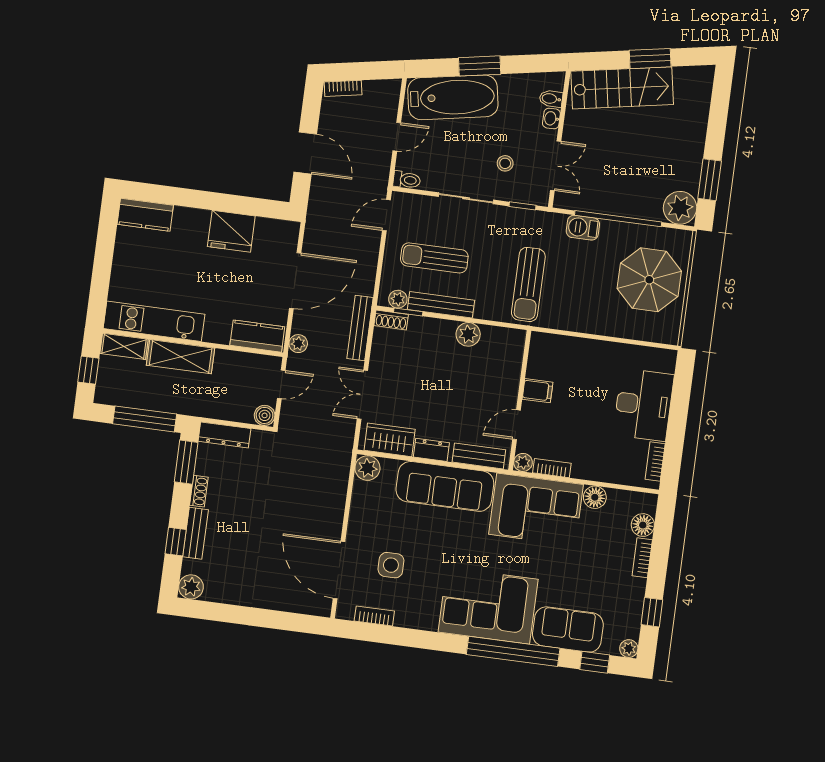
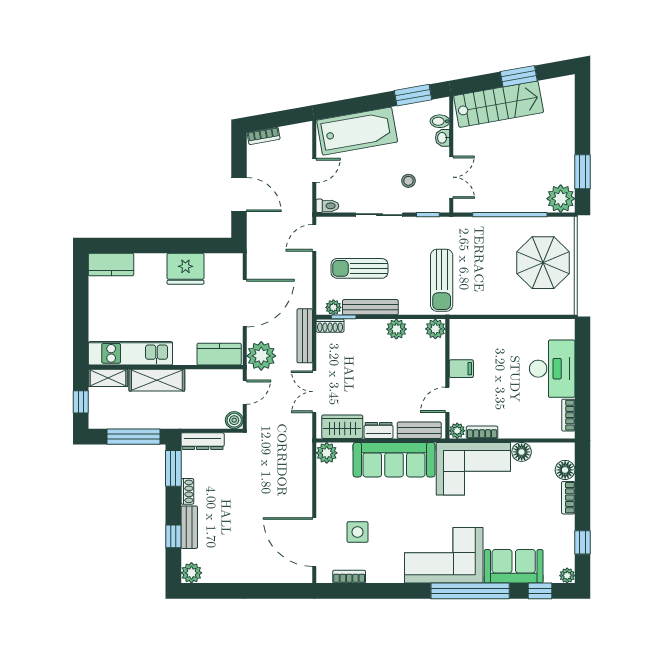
window: (480, 66) -> (413, 95), moved
barbecue: (583, 228) -> (481, 226), removed
plant: (514, 340) -> (435, 329), added
plant: (298, 344) -> (261, 356), width x1.88, depth x1.88

